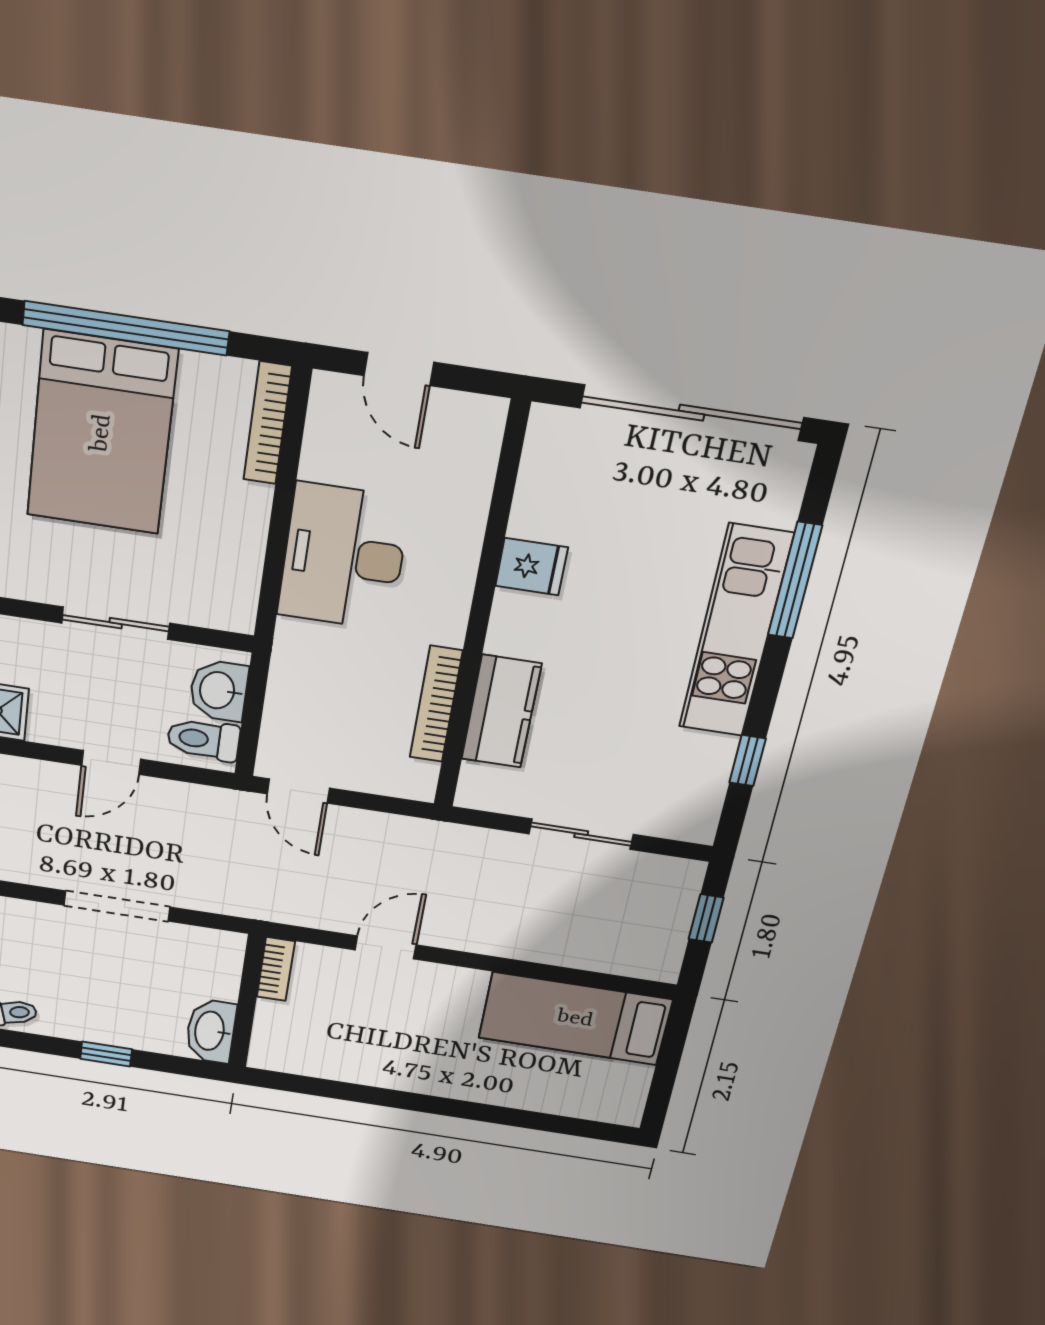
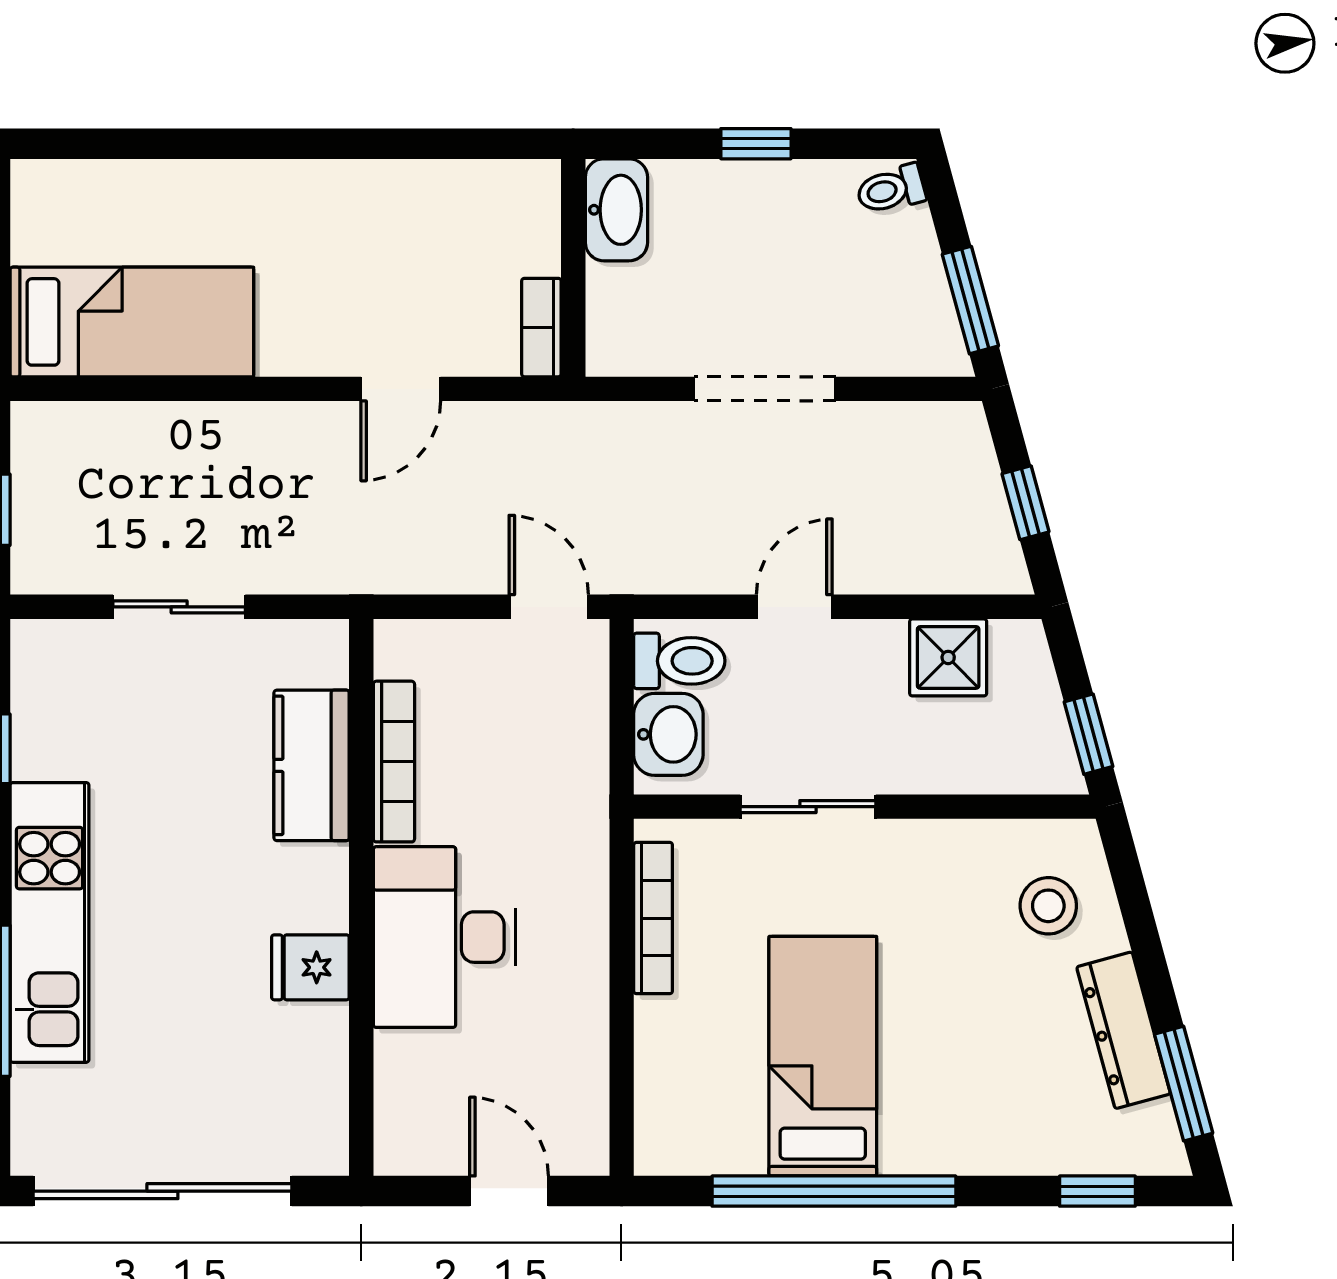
bookcase: (268, 423) -> (653, 918), moved
bed: (102, 433) -> (823, 1056), width x0.67
desk: (344, 557) -> (444, 937), moved, turned 180

